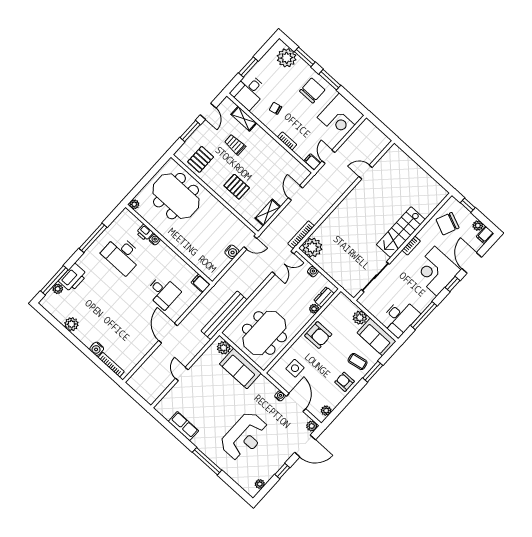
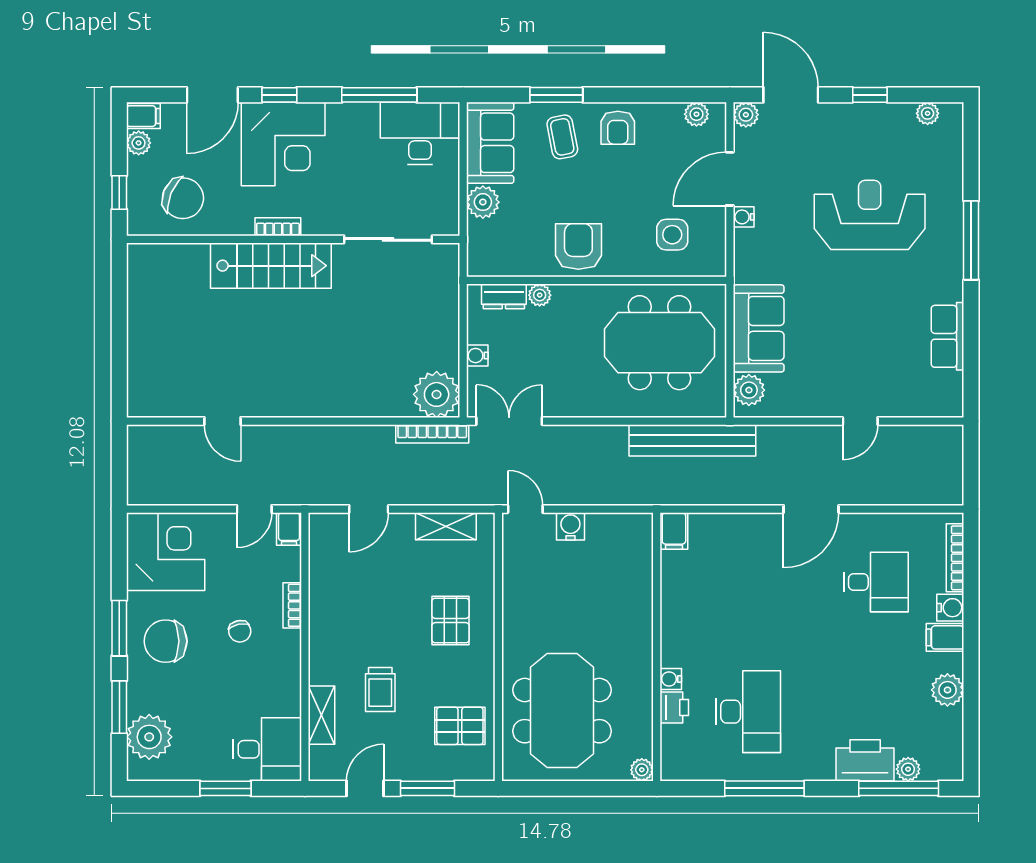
chair: (275, 108) -> (240, 631), moved
desk: (163, 292) -> (876, 582), moved, turned 90
filing cabinet: (89, 338) -> (945, 637), added

